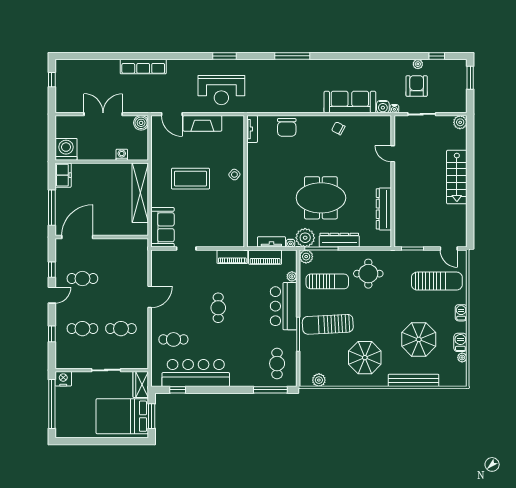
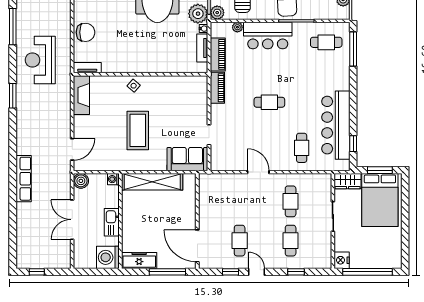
reception desk: (221, 90) -> (40, 60), moved, turned 180
fireplace: (202, 123) -> (81, 95), moved
kitchen sink: (100, 153) -> (112, 222), added
washing machine: (122, 155) -> (113, 179), moved
freezer: (63, 175) -> (139, 260), width x1.40

